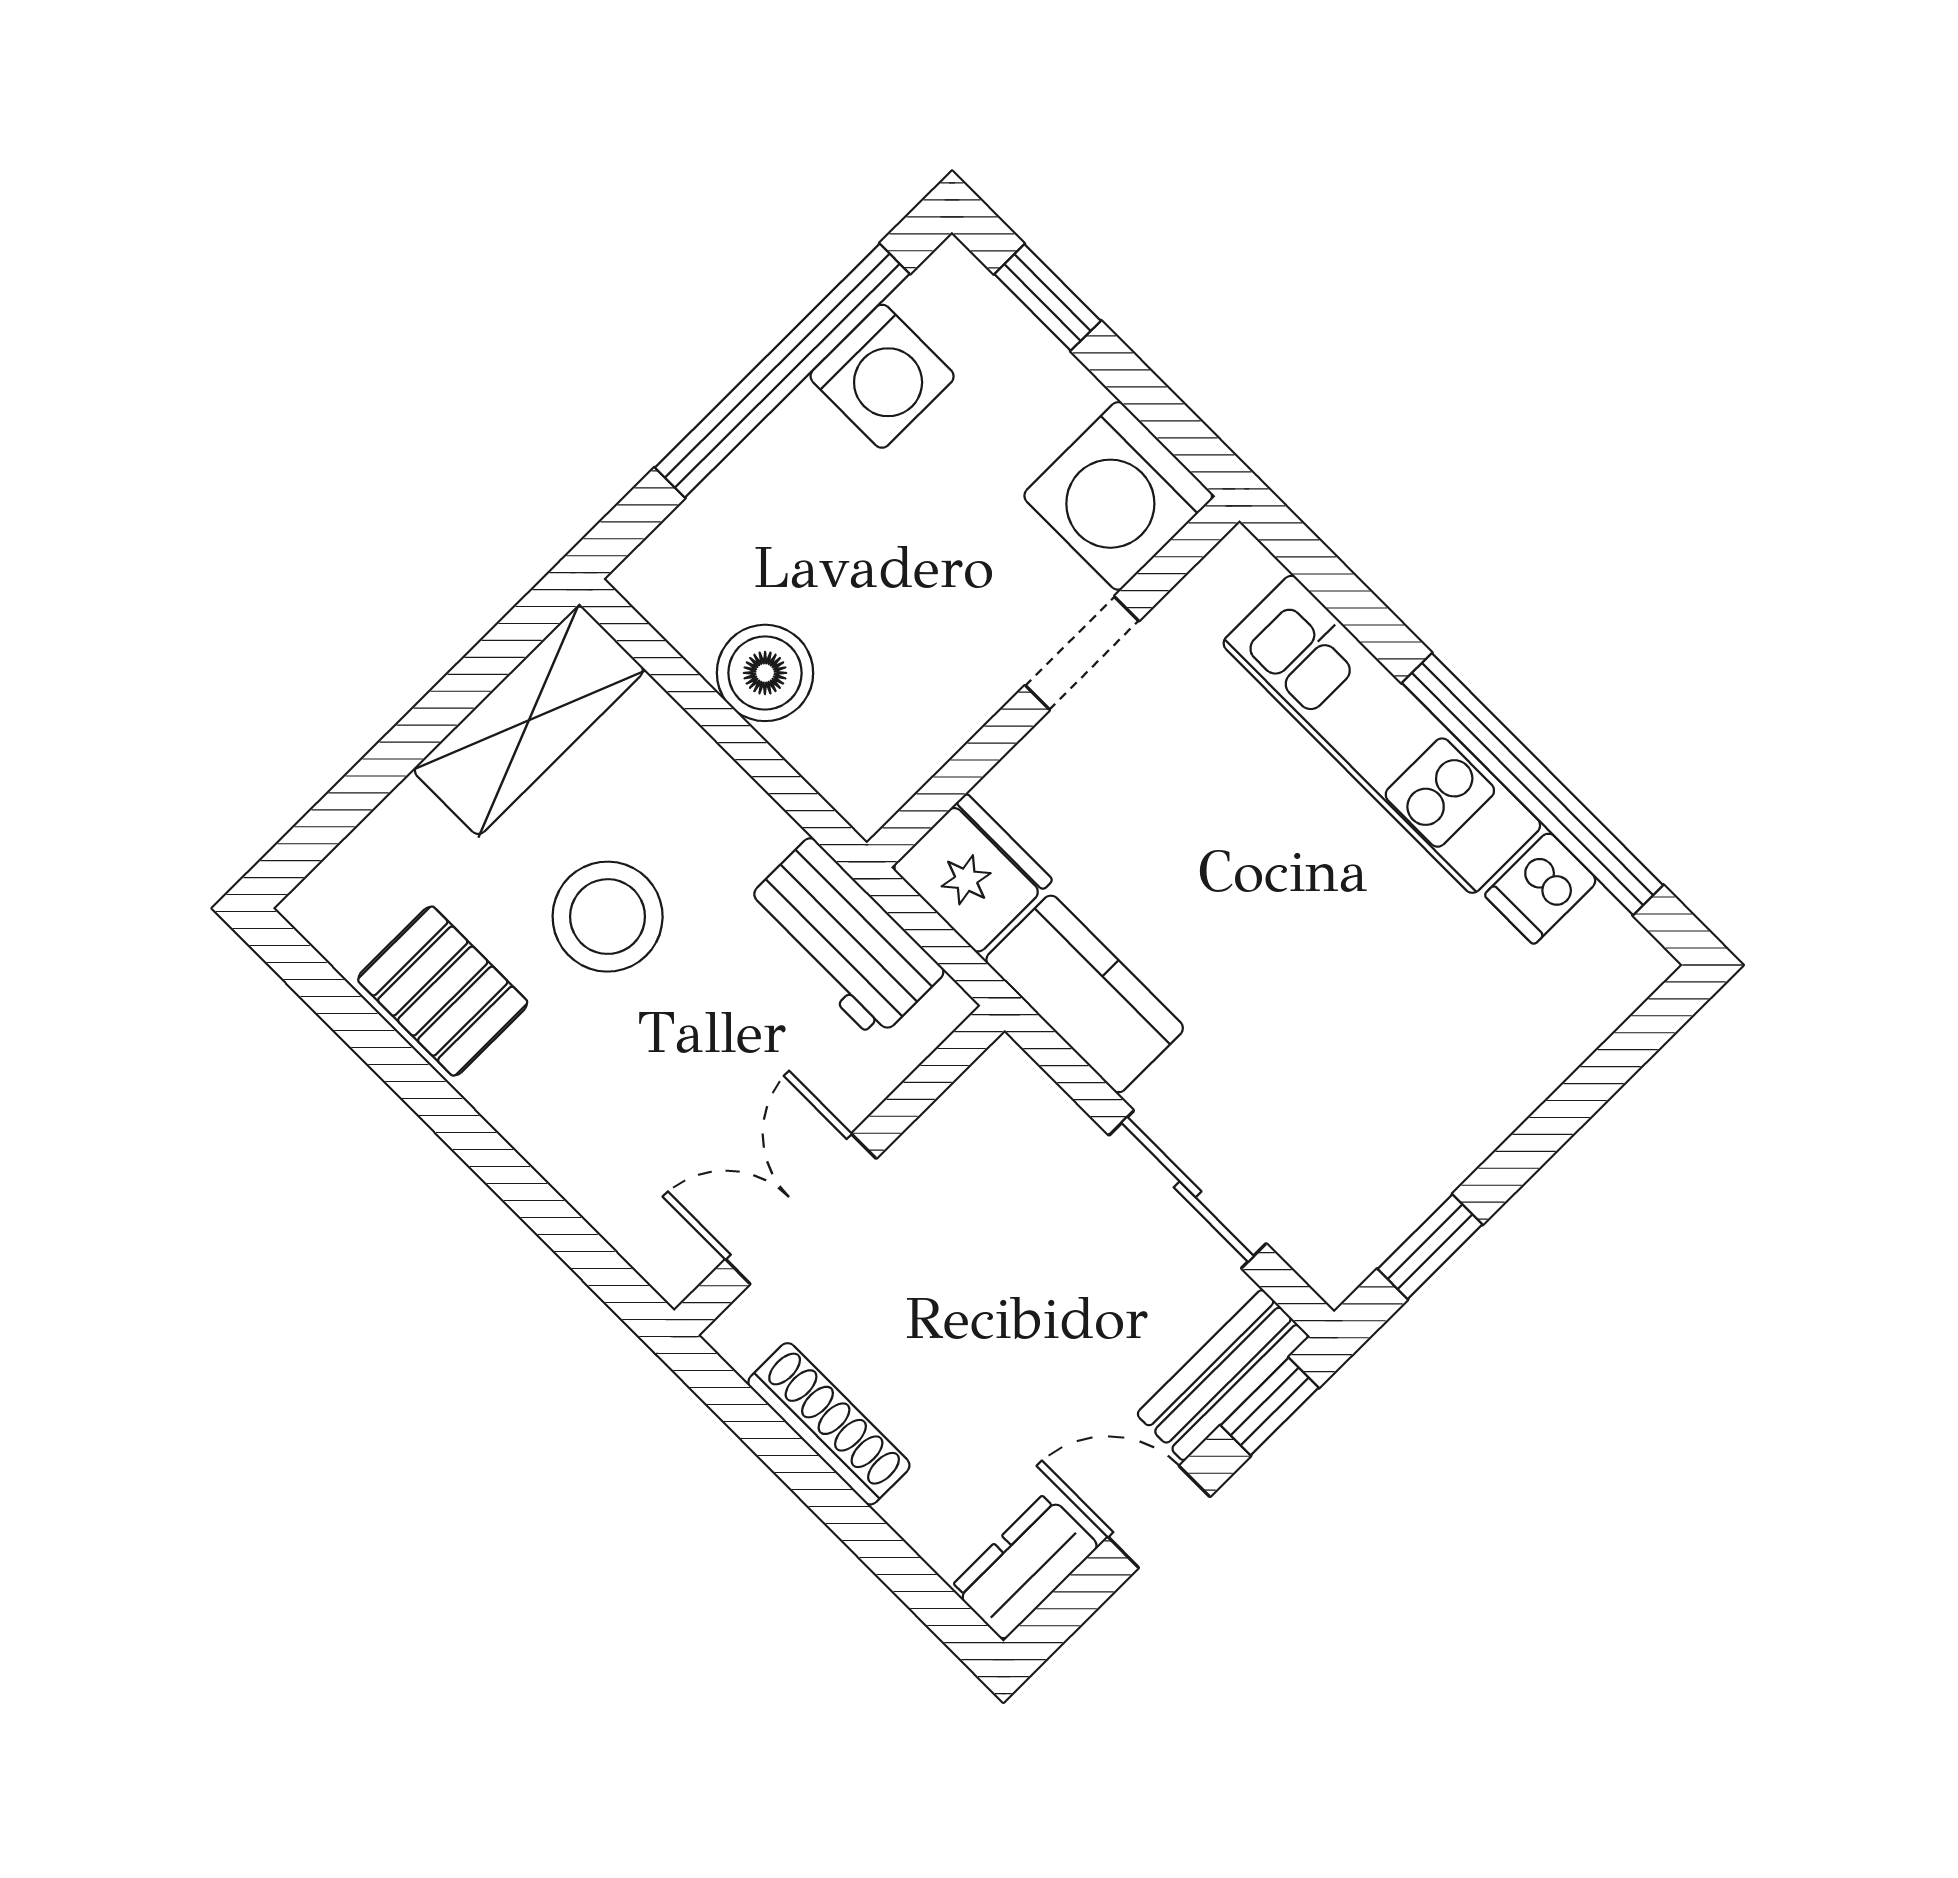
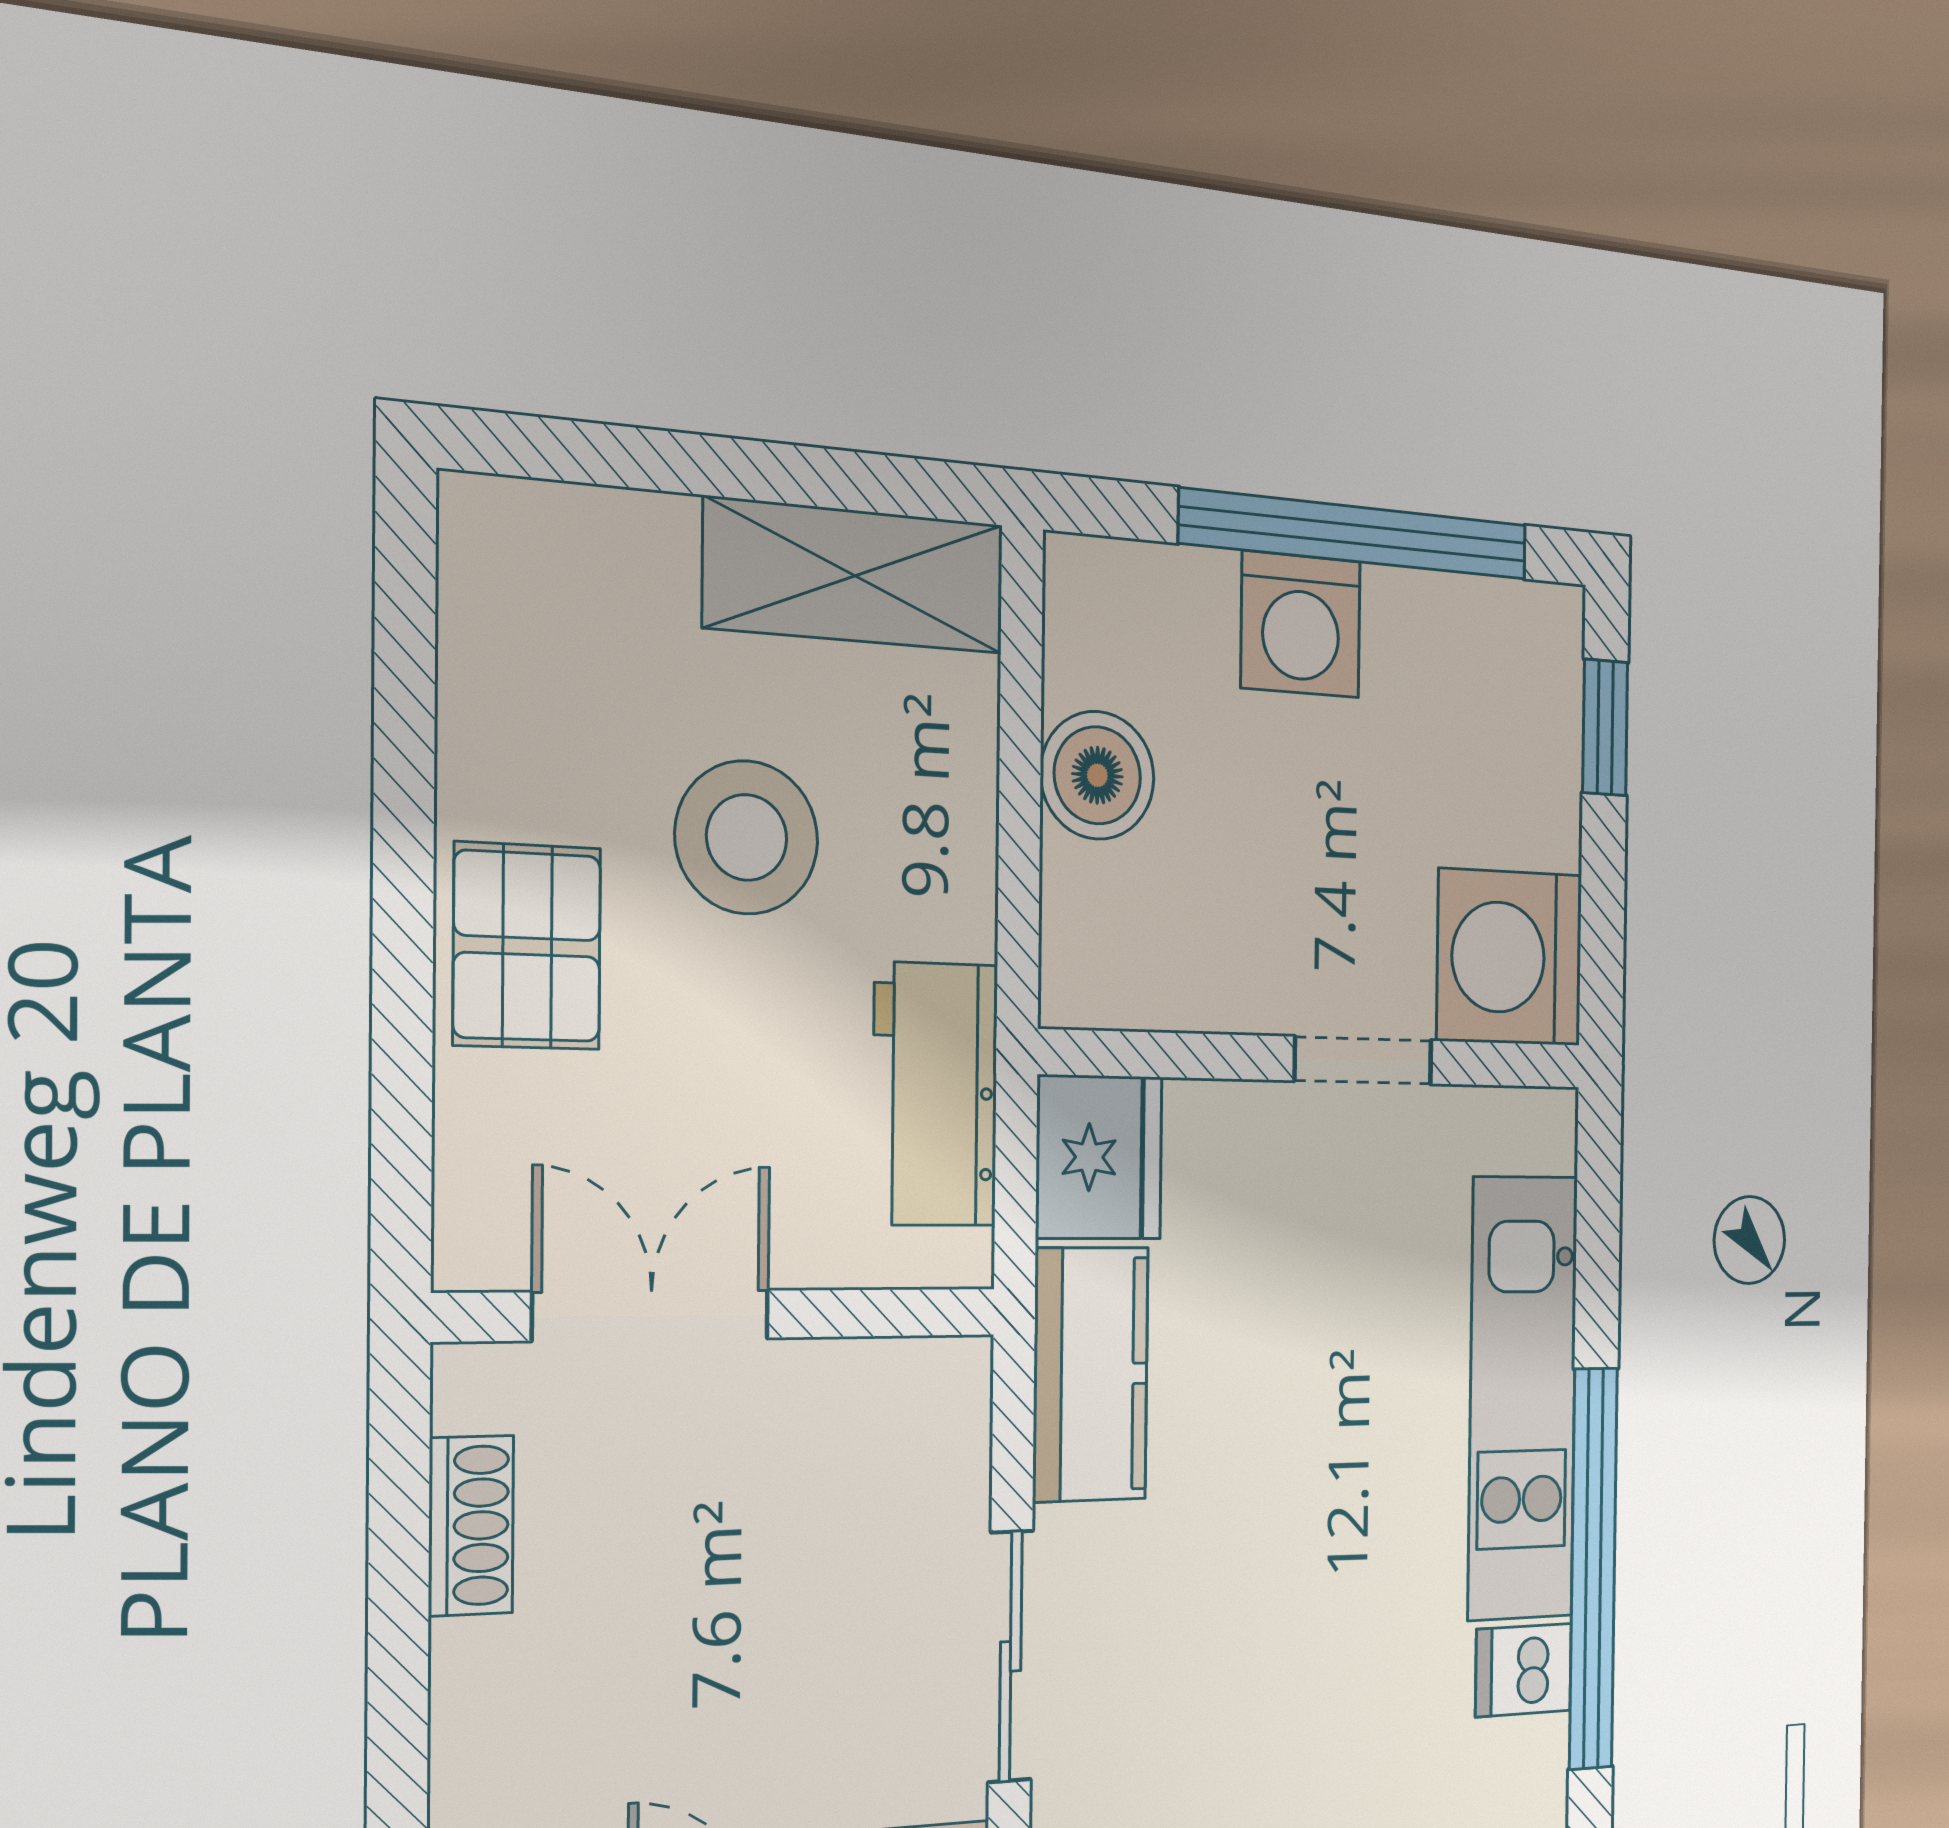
washing machine: (882, 376) -> (1301, 624), moved
pallet: (443, 991) -> (527, 946), moved
shoe rack: (829, 1424) -> (471, 1526), width x0.70

